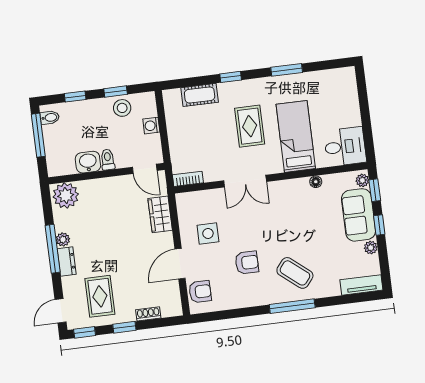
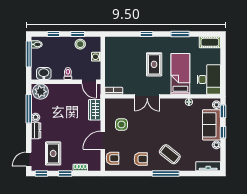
cot: (200, 95) -> (210, 42), moved
desk: (345, 147) -> (209, 79), width x1.37
washbasin: (88, 162) -> (44, 74), moved
window: (53, 249) -> (29, 109), moved
armchair: (247, 263) -> (141, 159), moved

